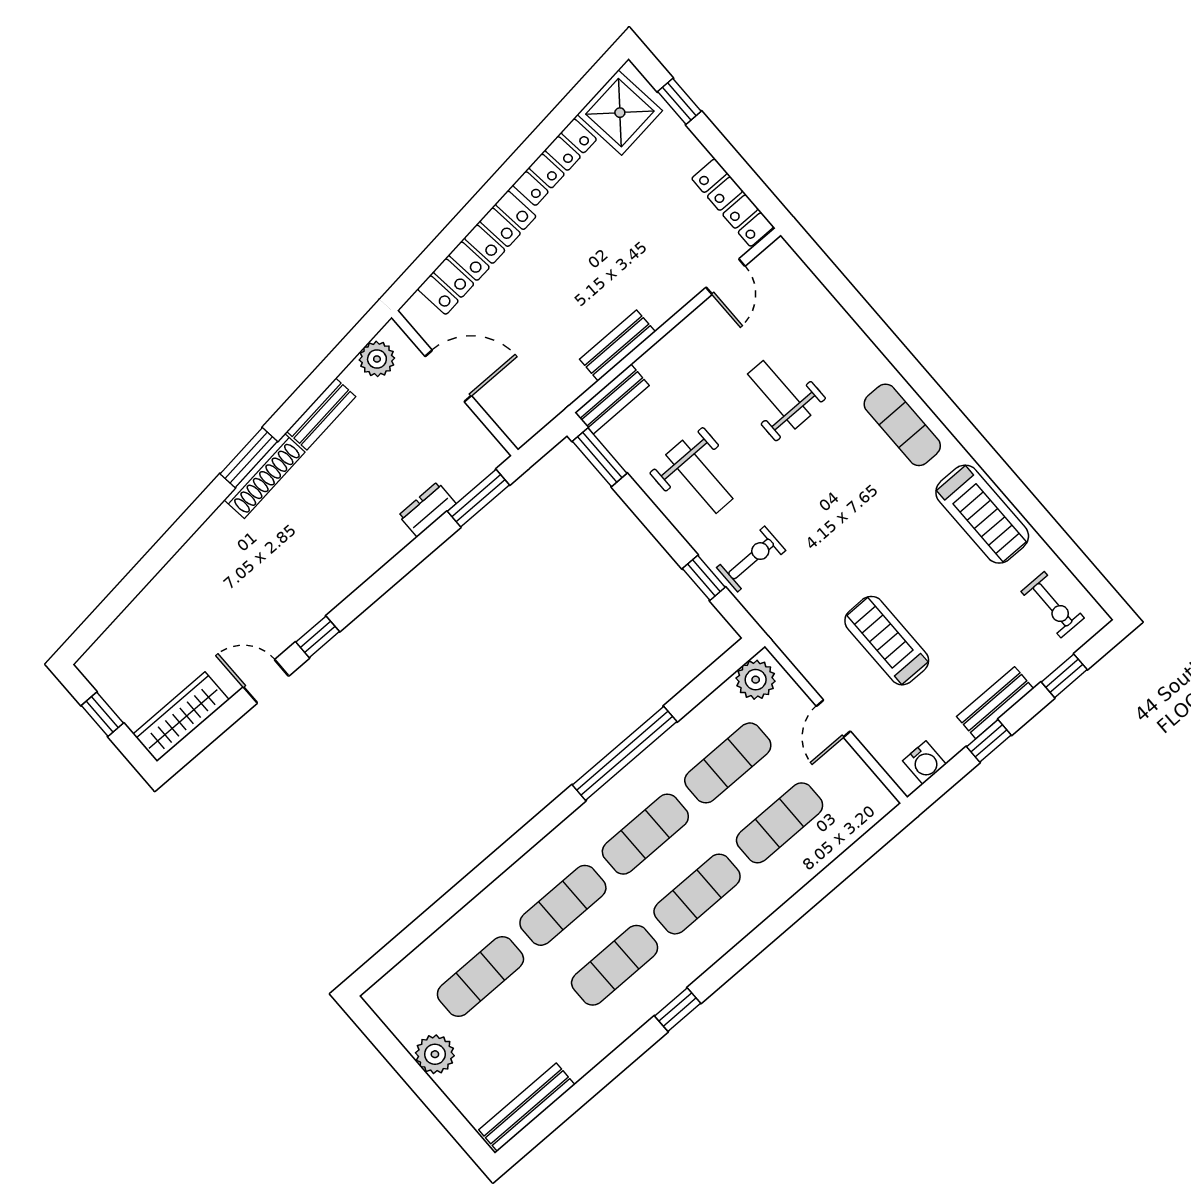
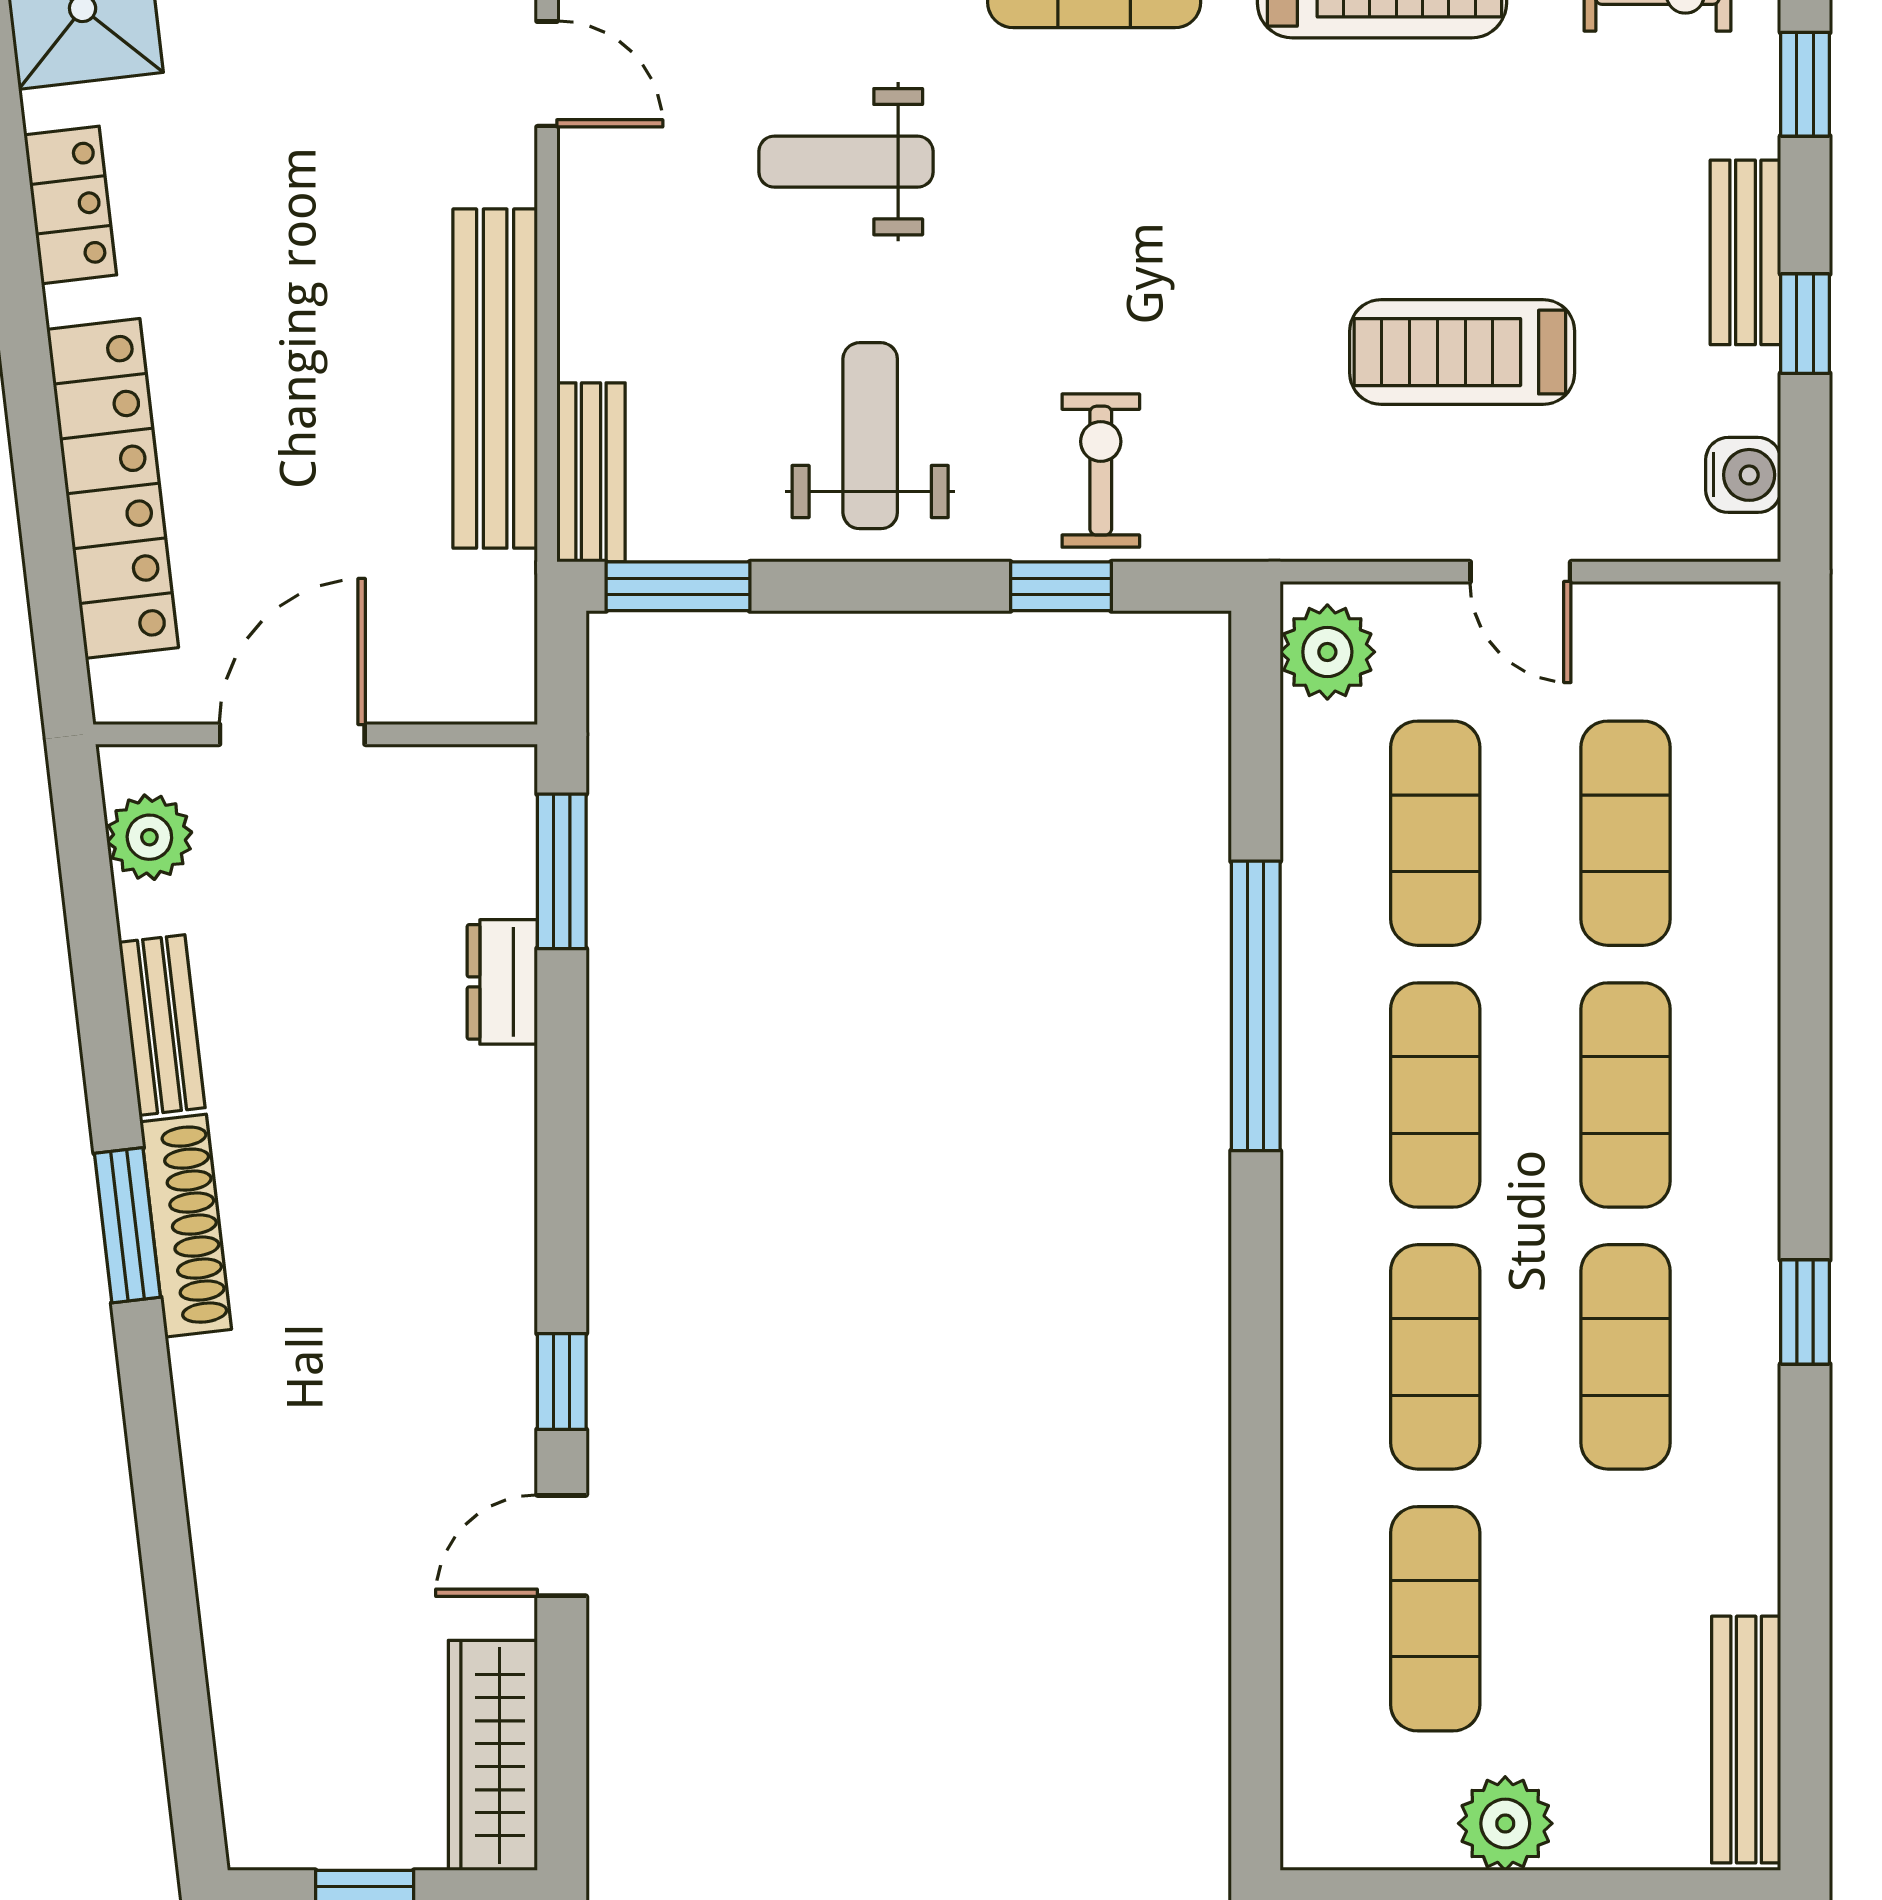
locker: (555, 162) -> (70, 205), width x0.66
bench: (617, 346) -> (495, 379), width x1.86, depth x1.21
weight bench: (699, 477) -> (870, 436), turned -90

